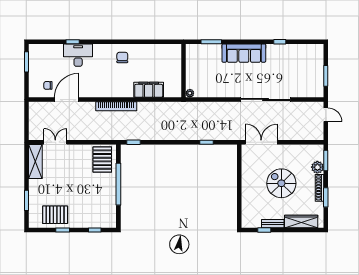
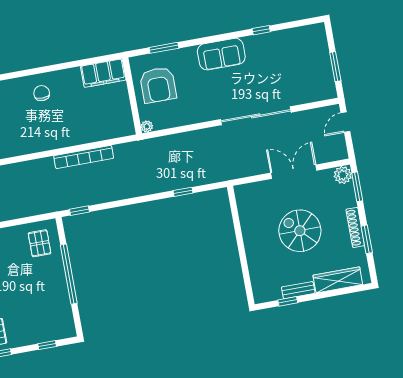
sofa: (244, 53) -> (221, 54), width x0.73
armchair: (203, 66) -> (158, 85), added
filing cabinet: (149, 90) -> (103, 73), moved, turned 180
bookcase: (116, 106) -> (84, 157), moved
door: (326, 115) -> (345, 122), swing flipped
double door: (261, 142) -> (294, 172), moved
pallet: (102, 160) -> (40, 243), width x0.67, depth x0.71
plant: (317, 167) -> (343, 175), moved

